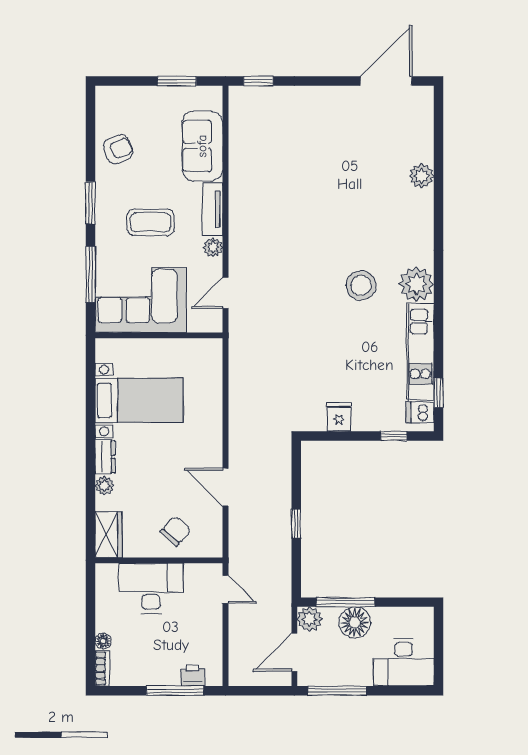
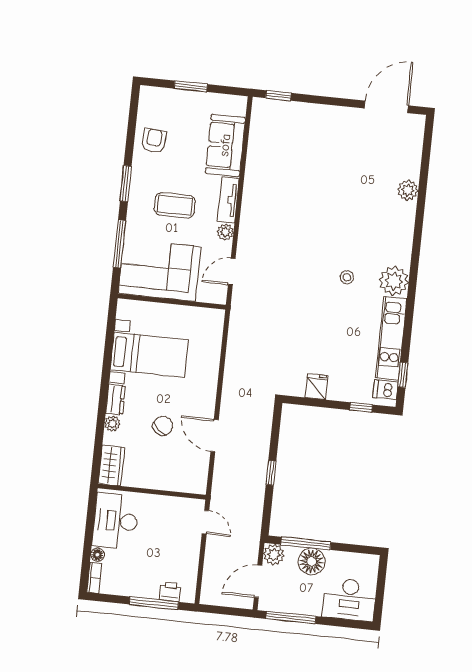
window: (177, 81) -> (191, 86), moved
armchair: (118, 149) -> (154, 141), turned -64
stool: (361, 285) -> (347, 277), width x0.53, depth x0.53
chair: (175, 531) -> (163, 426), moved
desk: (151, 588) -> (116, 521), moved, turned -90

